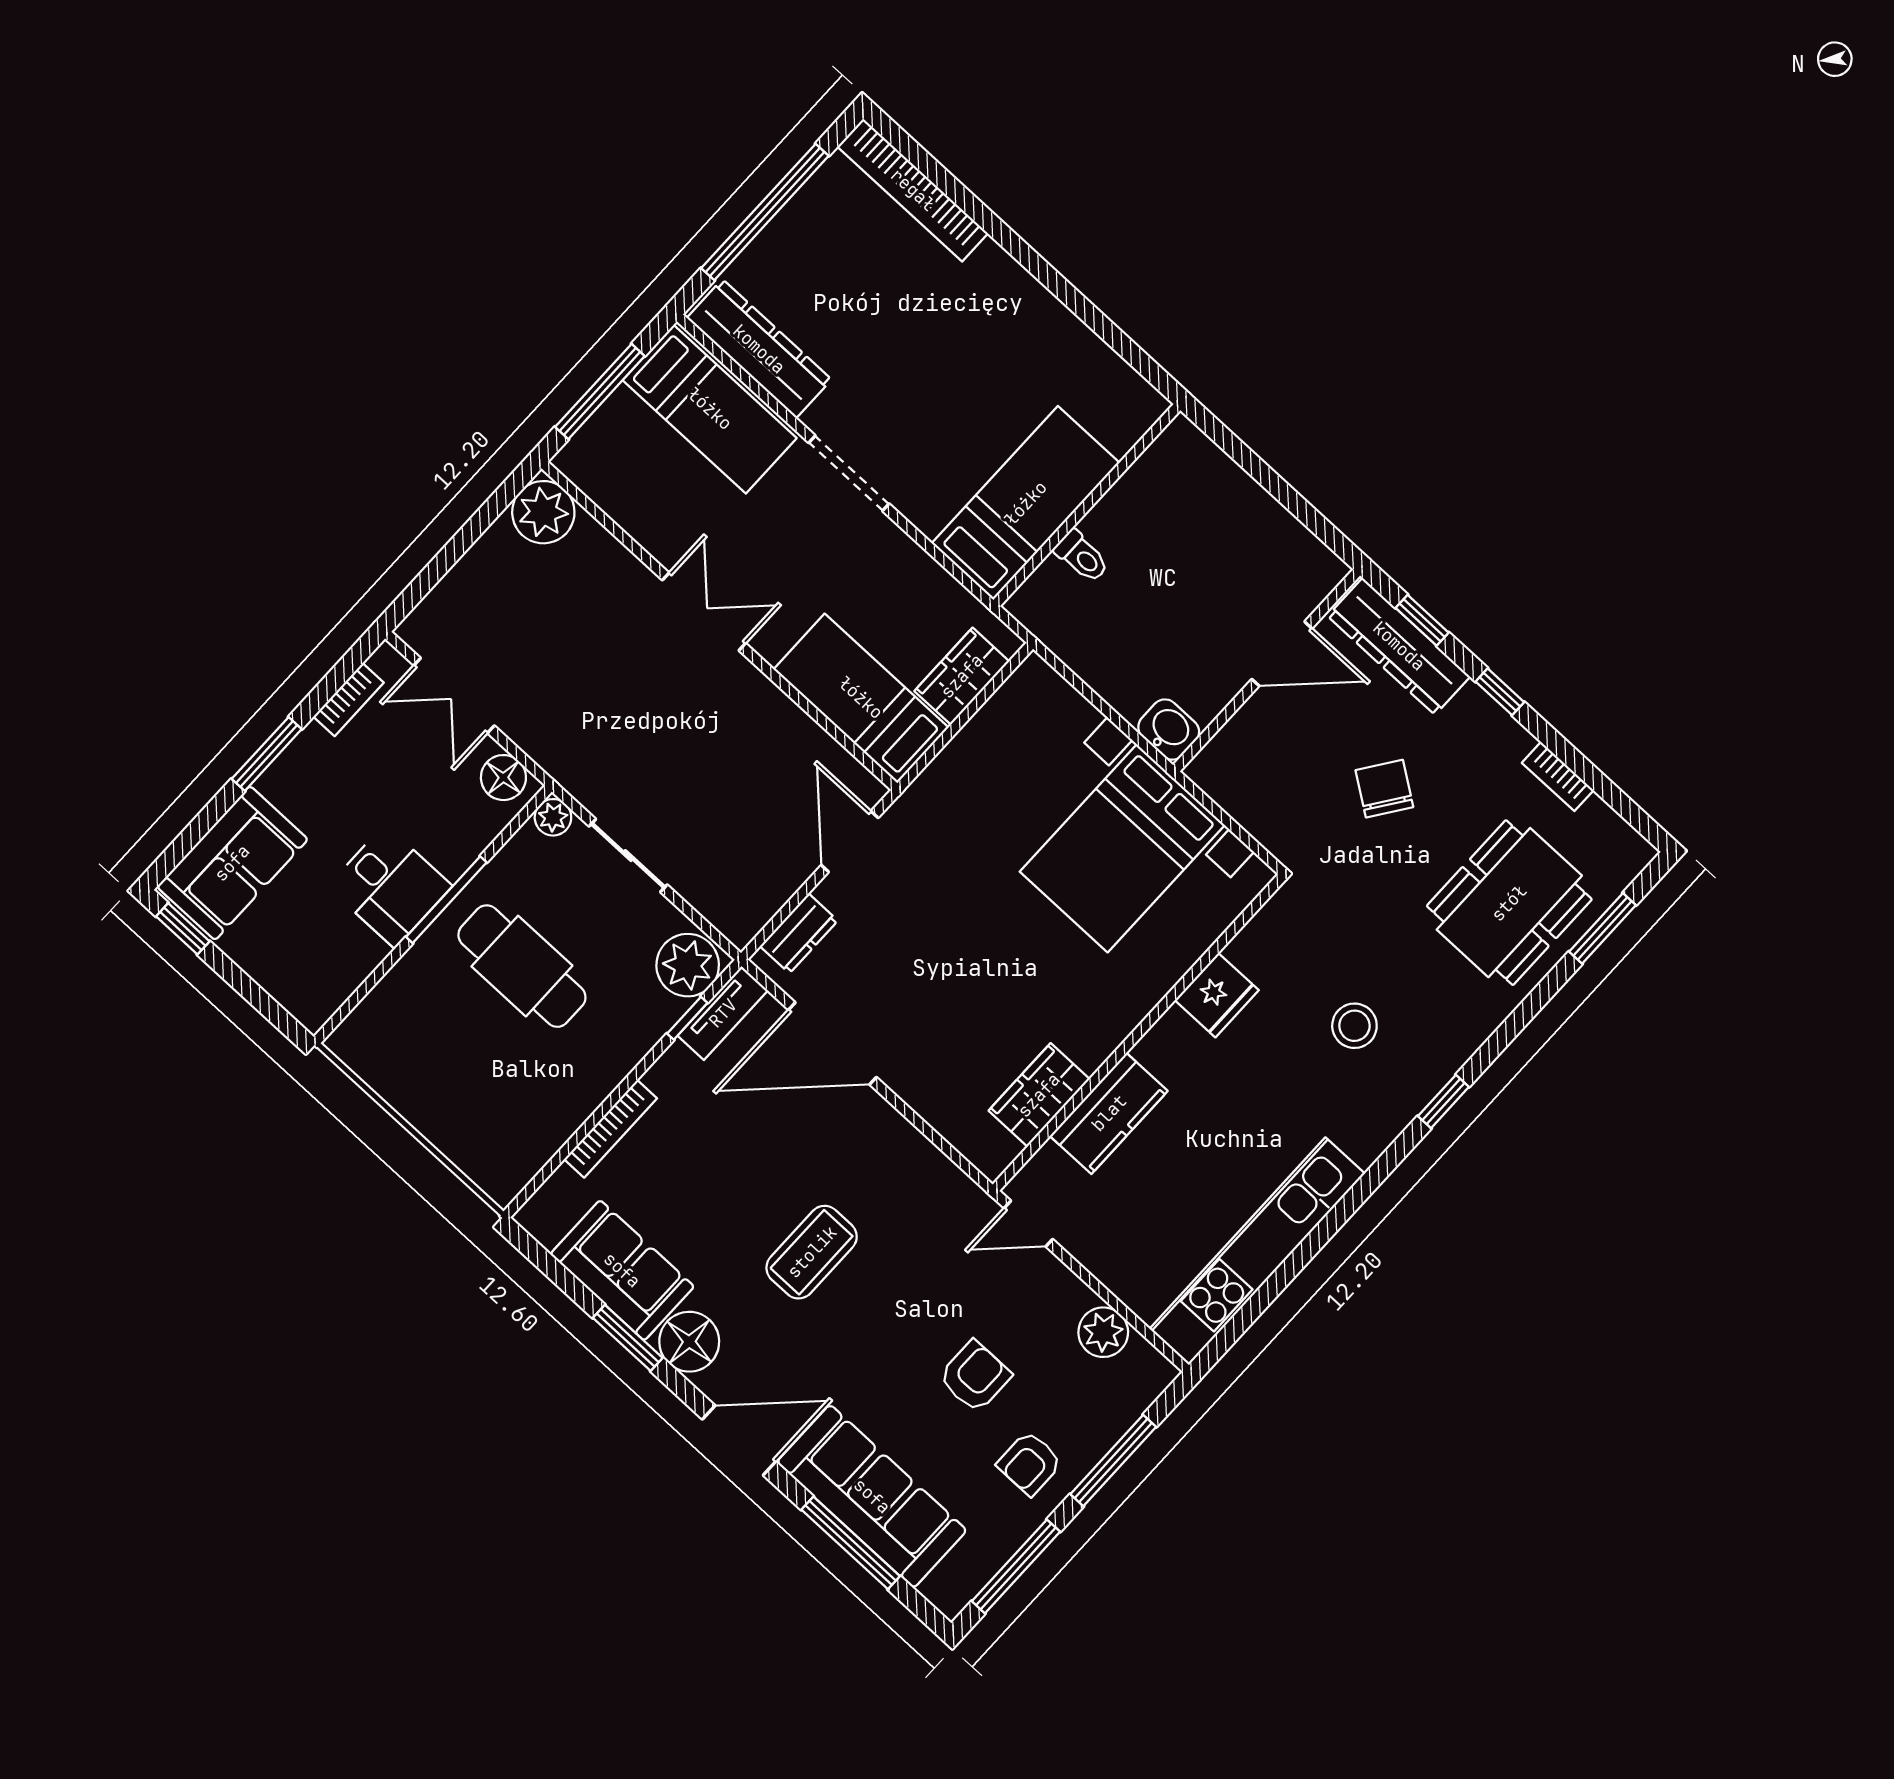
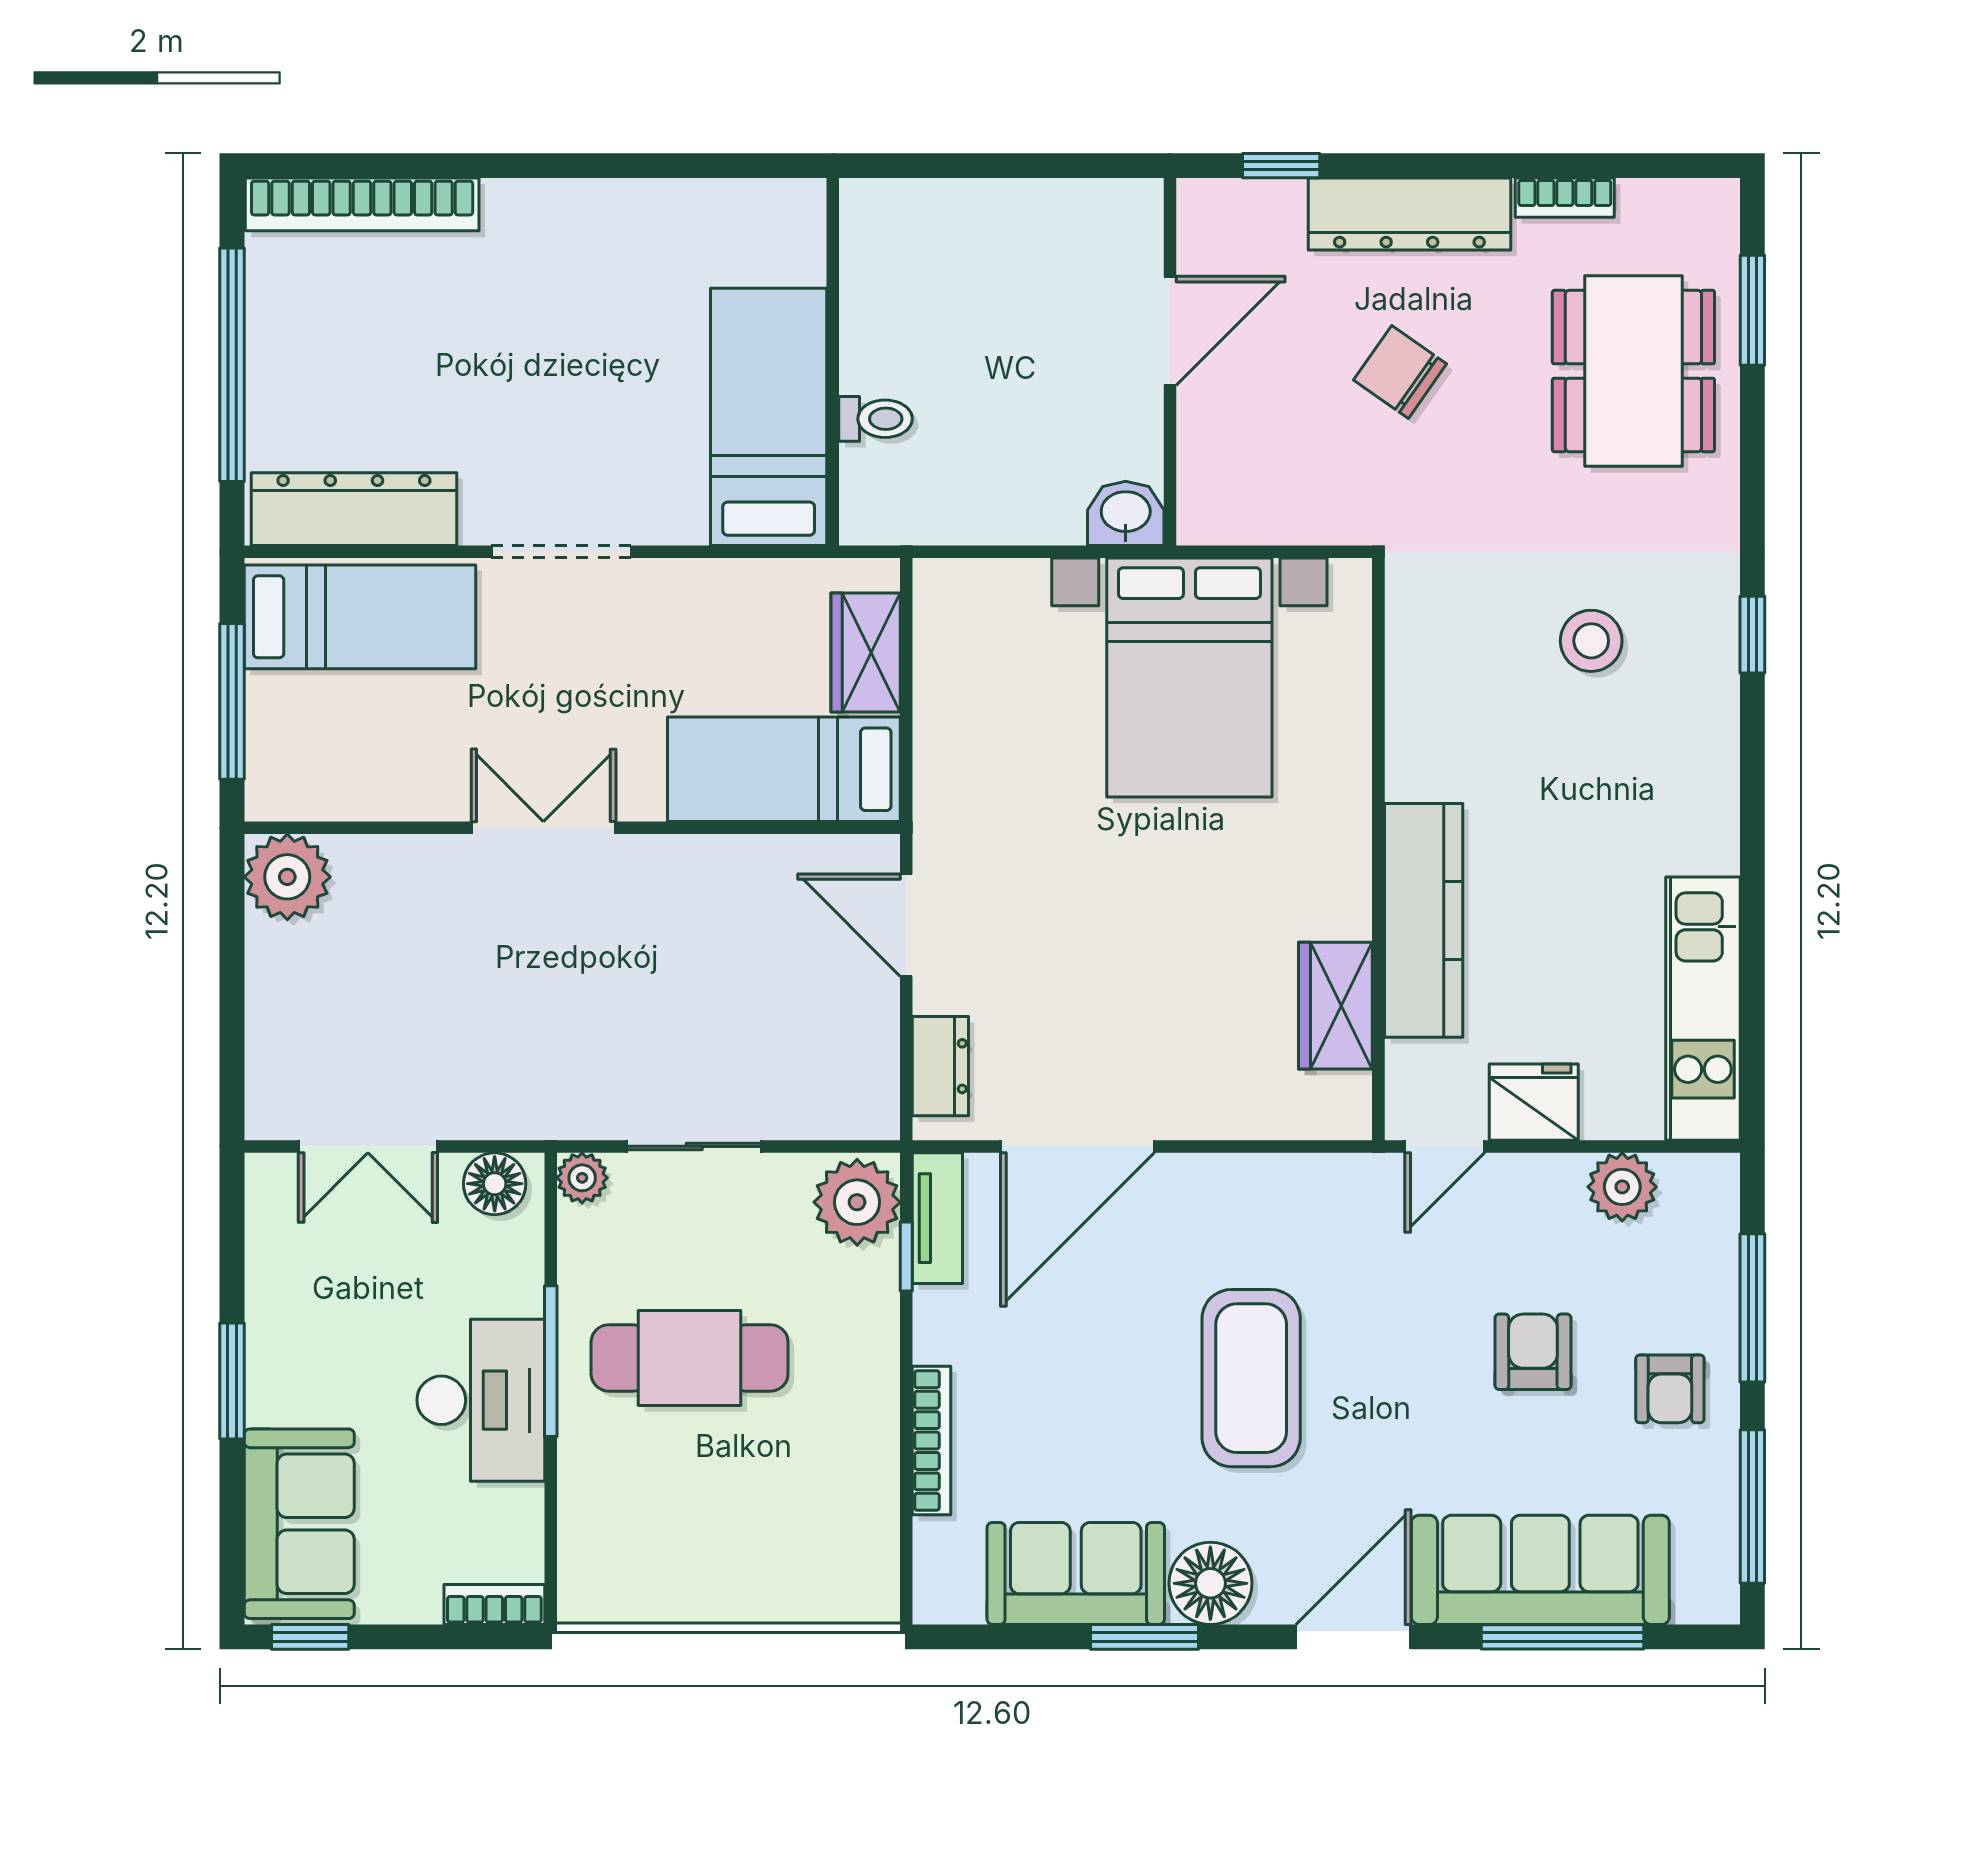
dresser: (1399, 646) -> (1409, 214), moved
window: (1500, 692) -> (1427, 166), removed
bookcase: (348, 700) -> (494, 1605), moved, turned -90
desk: (390, 886) -> (481, 1400), width x1.37
fridge: (1217, 995) -> (1534, 1102), moved, turned -90
kitchen counter: (1109, 1113) -> (1424, 920), width x1.50
kitchen unit: (1257, 1251) -> (1703, 1009), width x0.73
coffee table: (812, 1252) -> (1251, 1378), width x1.36, depth x1.32

